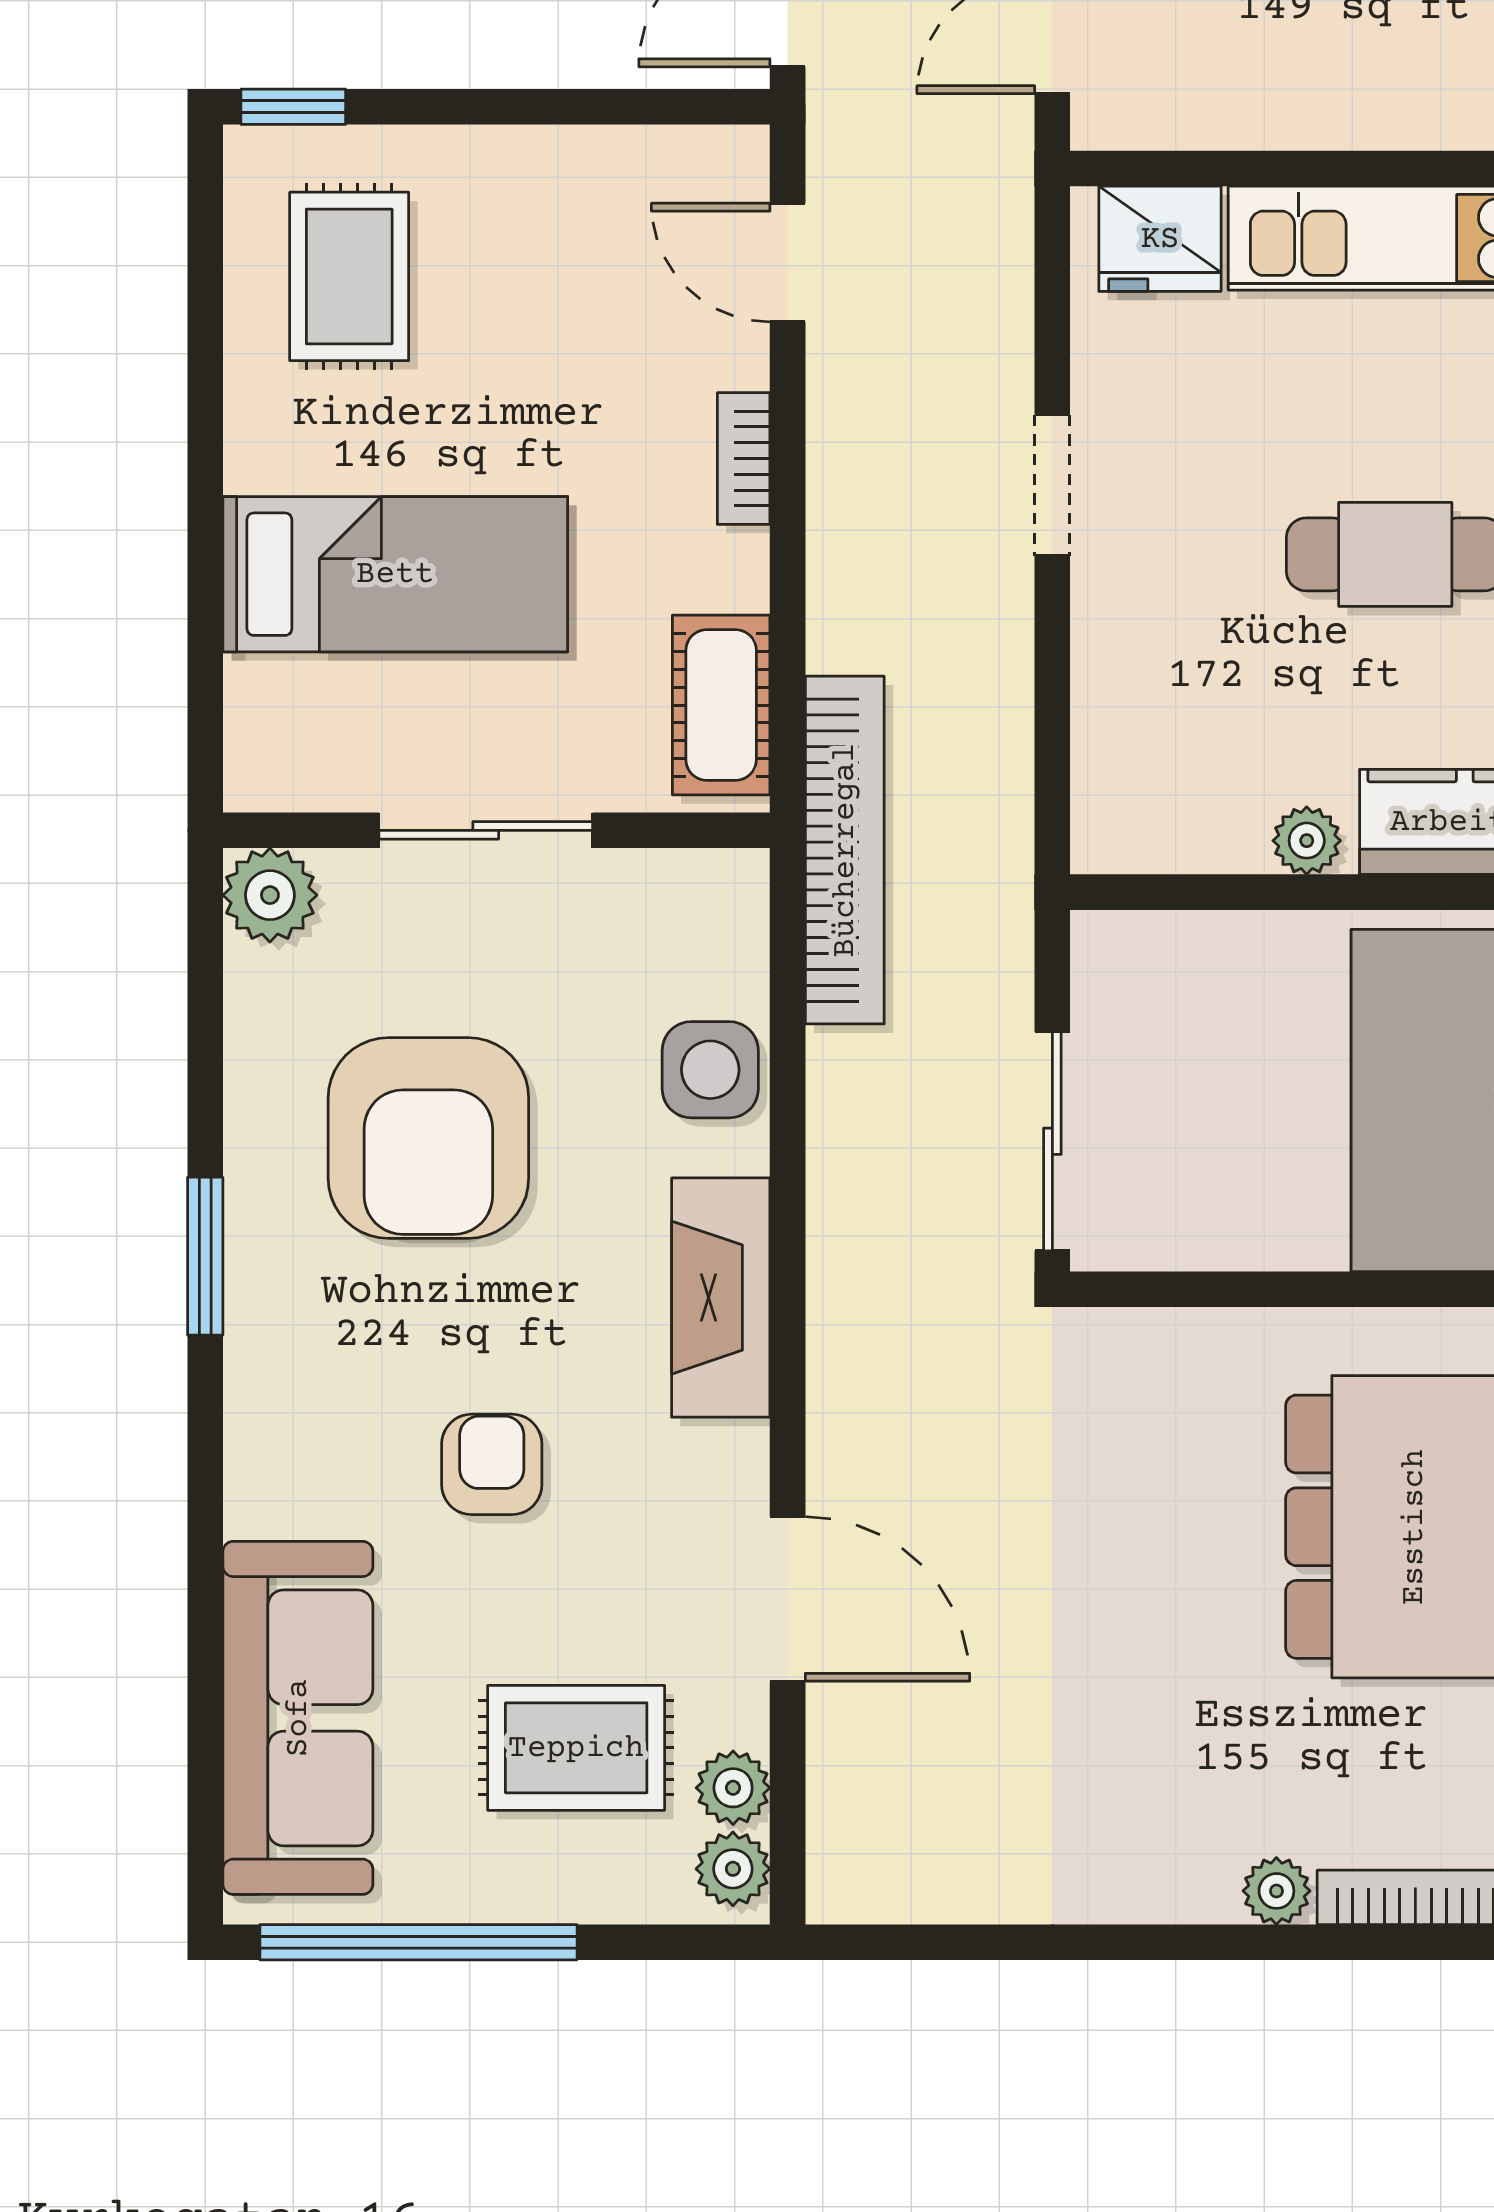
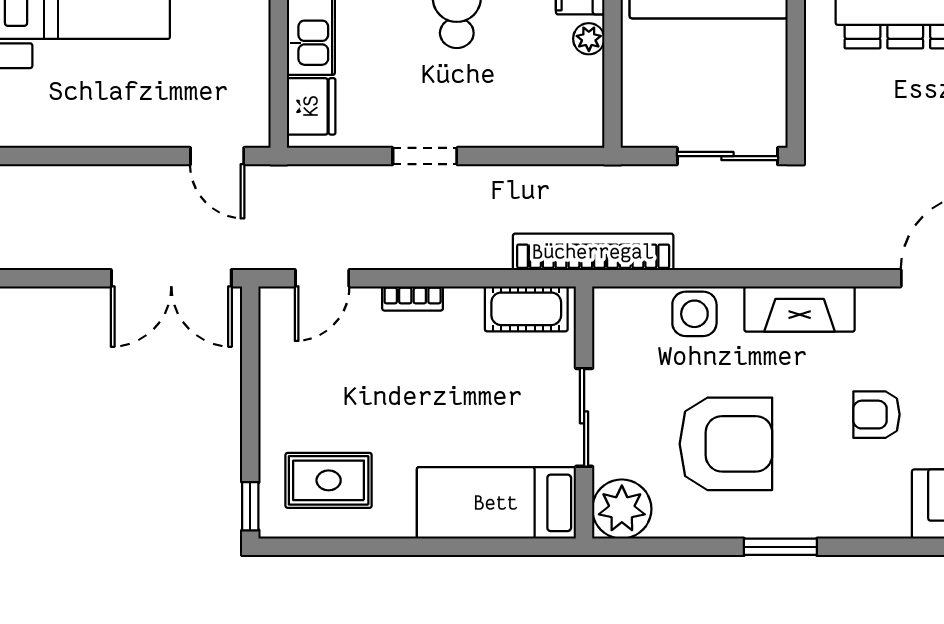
bed: (395, 574) -> (496, 503), moved, turned -90
plant: (270, 895) -> (622, 509), width x1.36, depth x1.36

